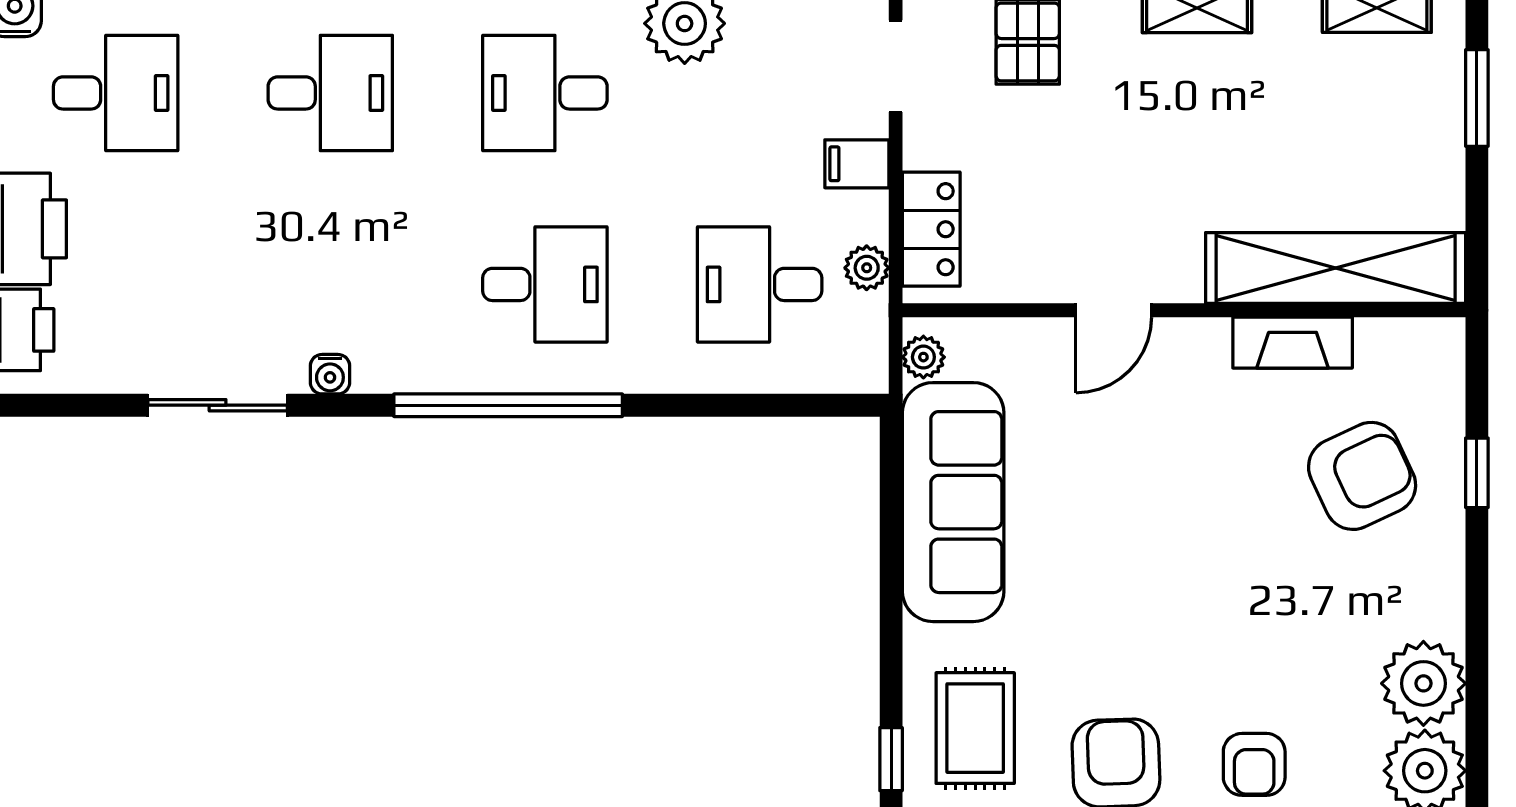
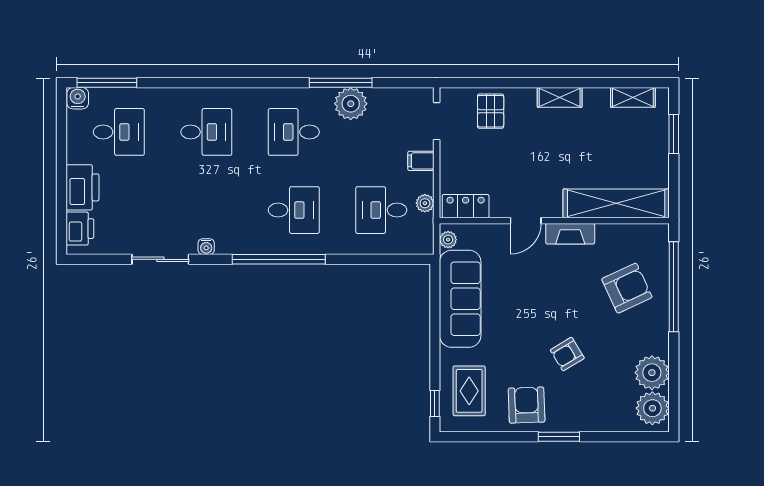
locker: (931, 229) -> (466, 206), moved, turned -90
fireplace: (1293, 343) -> (570, 234), moved
window: (1477, 473) -> (674, 287), width x3.17
armchair: (1254, 764) -> (567, 354), moved, turned 59

